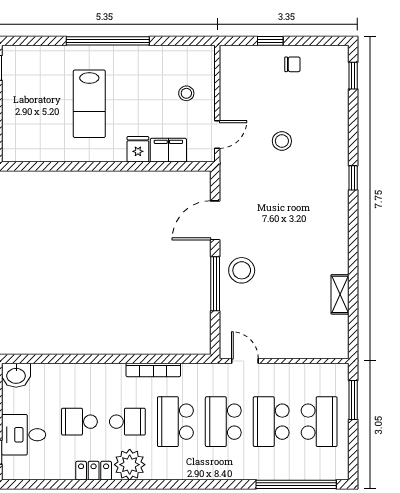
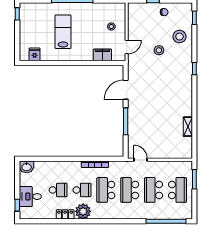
lab bench: (89, 104) -> (63, 32), turned 180
fridge: (138, 149) -> (35, 54), moved
stool: (242, 270) -> (179, 37), moved
school desk: (79, 422) -> (58, 190), turned 180

